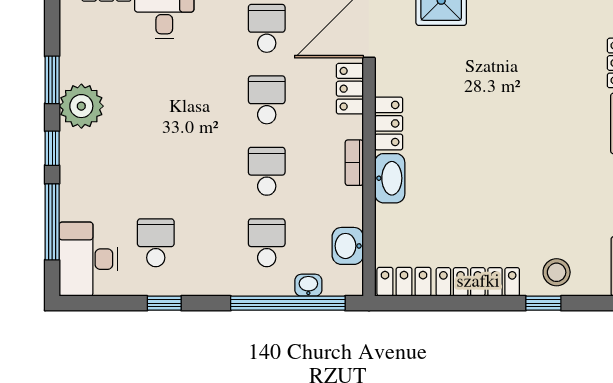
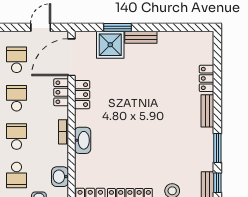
locker: (389, 123) -> (82, 95), moved
school desk: (267, 243) -> (17, 175), turned 180

